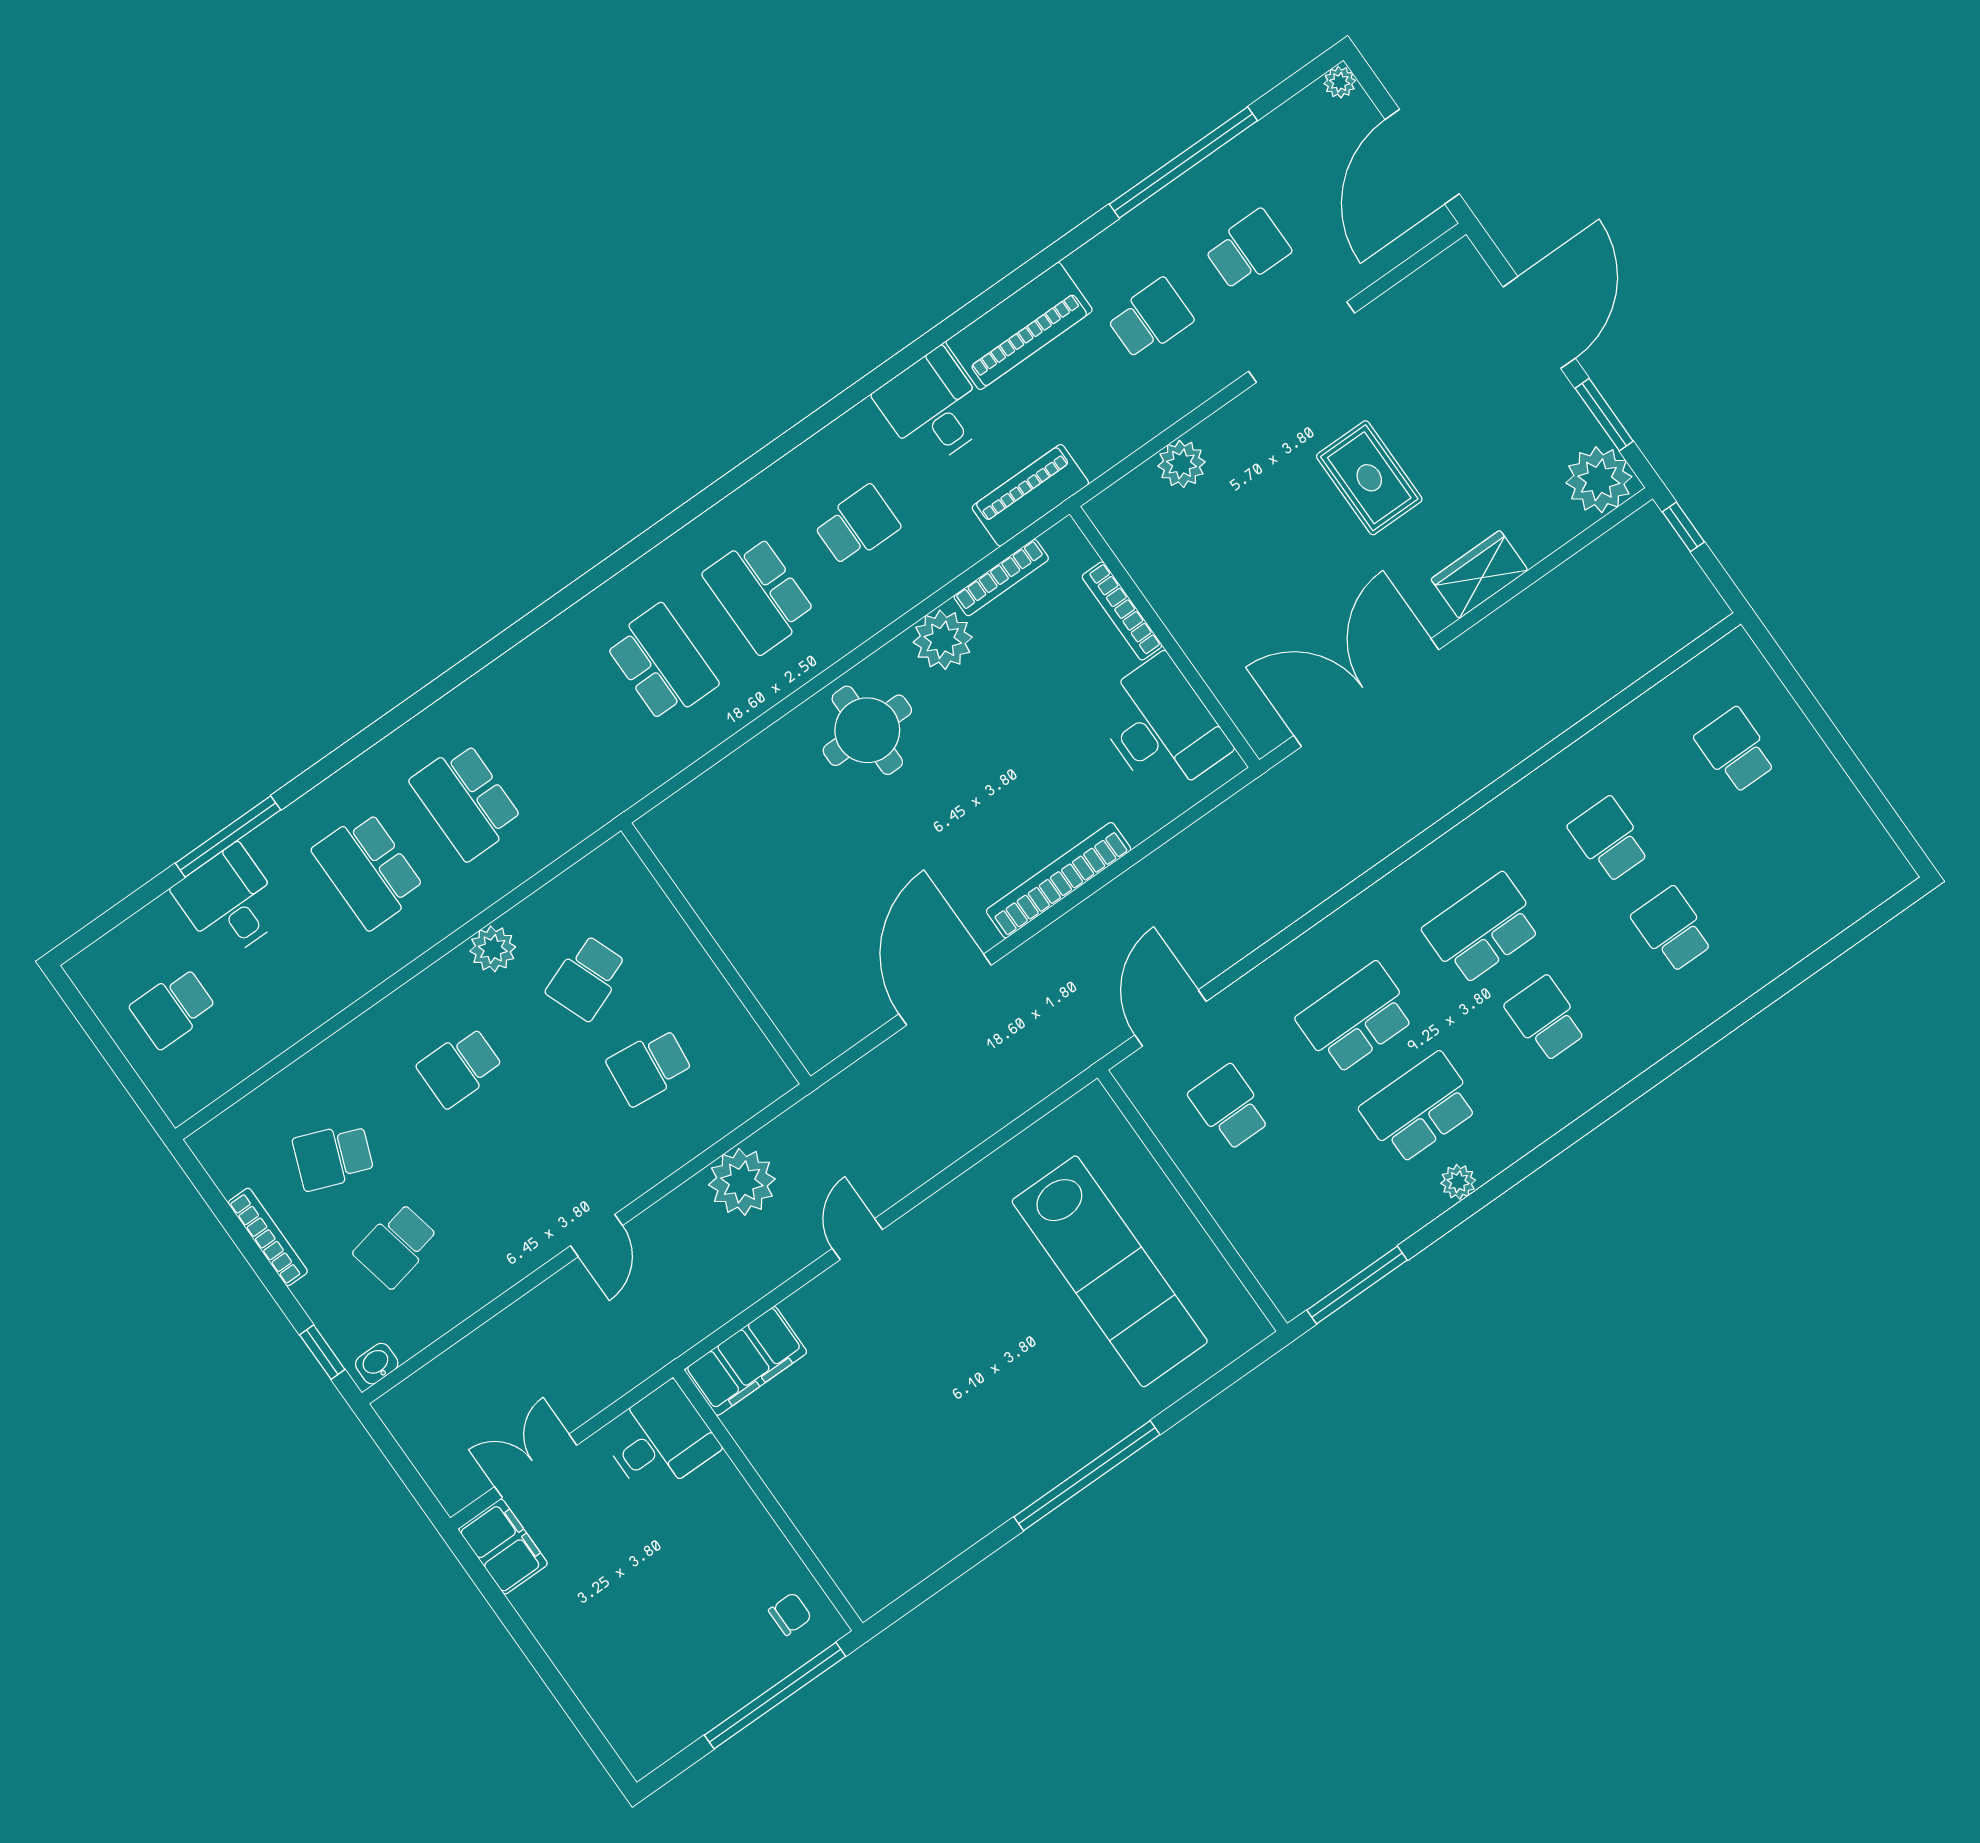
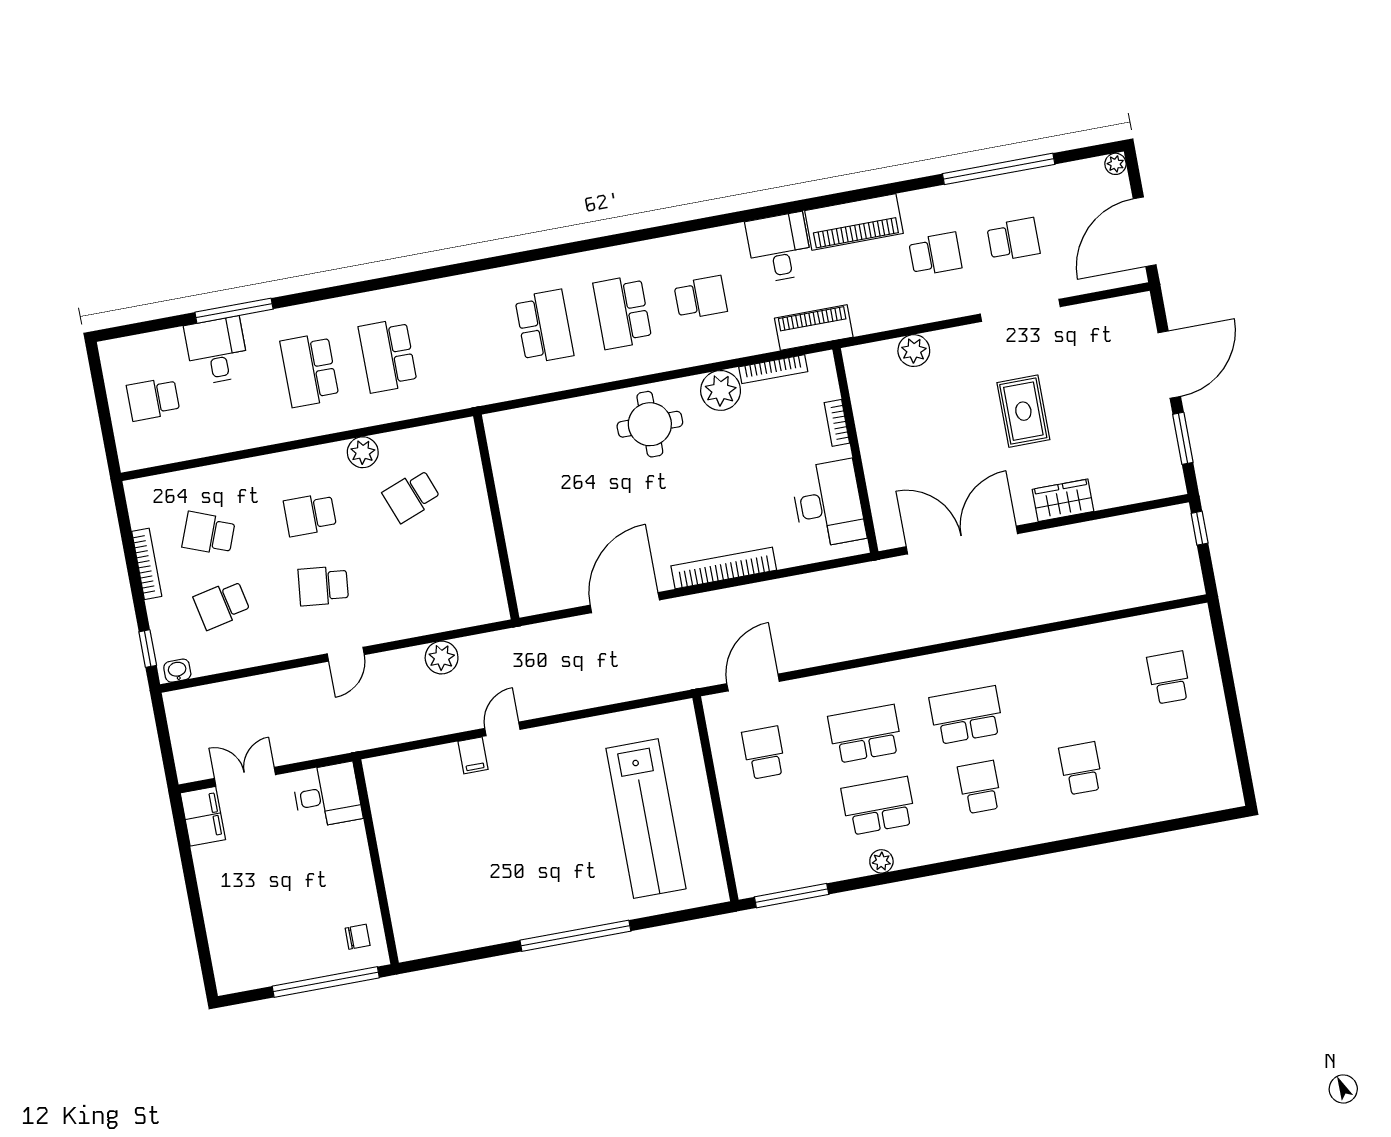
plant: (1599, 480) -> (1162, 476), removed
bookcase: (1122, 611) -> (837, 423), width x0.64
school desk: (1609, 840) -> (1068, 696), removed
school desk: (649, 1067) -> (323, 586), moved
plant: (742, 1182) -> (442, 658), width x0.73, depth x0.73
filing cabinet: (746, 1361) -> (473, 755), moved, width x0.33, depth x0.86

